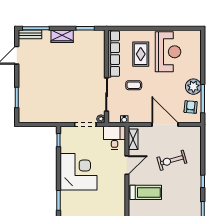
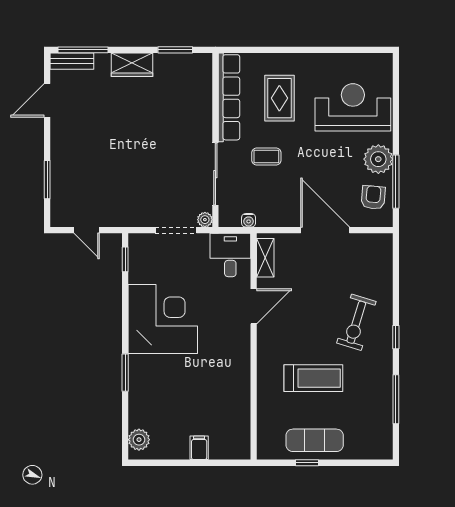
reception desk: (168, 52) -> (353, 107), moved, turned -90
door: (38, 124) -> (87, 230), added
exercise bike: (172, 160) -> (356, 322), moved, turned -57
treadmill: (146, 192) -> (313, 378), moved

